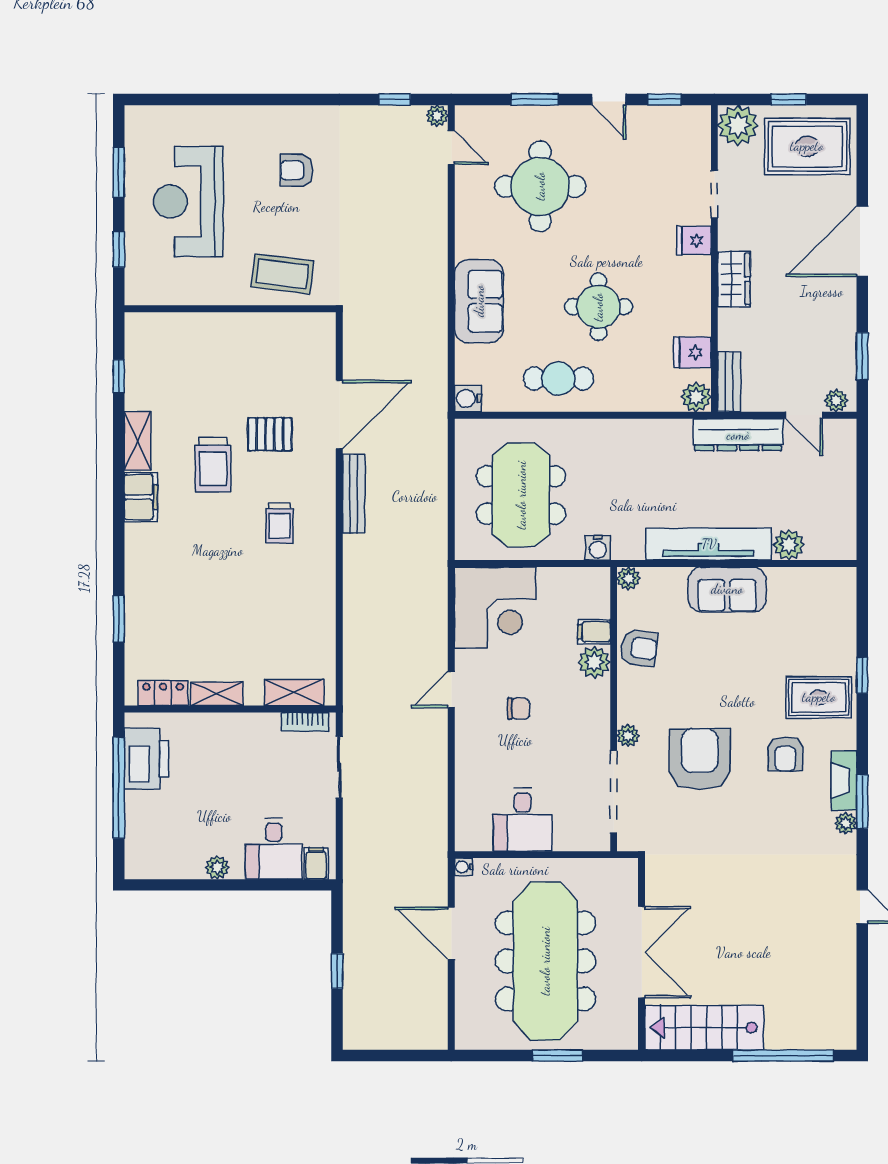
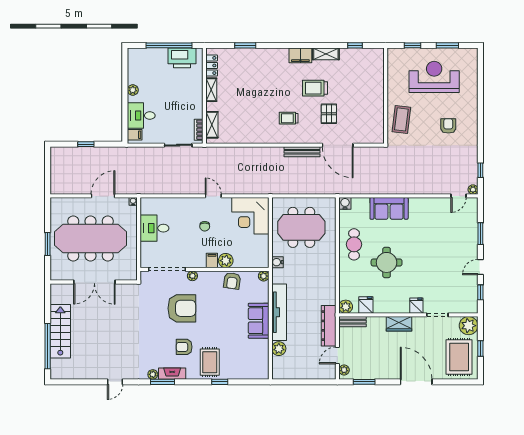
round table: (540, 186) -> (441, 236), removed
filing cabinet: (594, 632) -> (212, 260), moved
stairs: (704, 1028) -> (60, 331), moved

